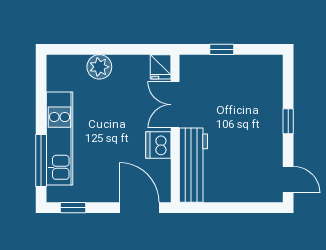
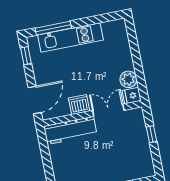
plant: (99, 67) -> (128, 79), moved

